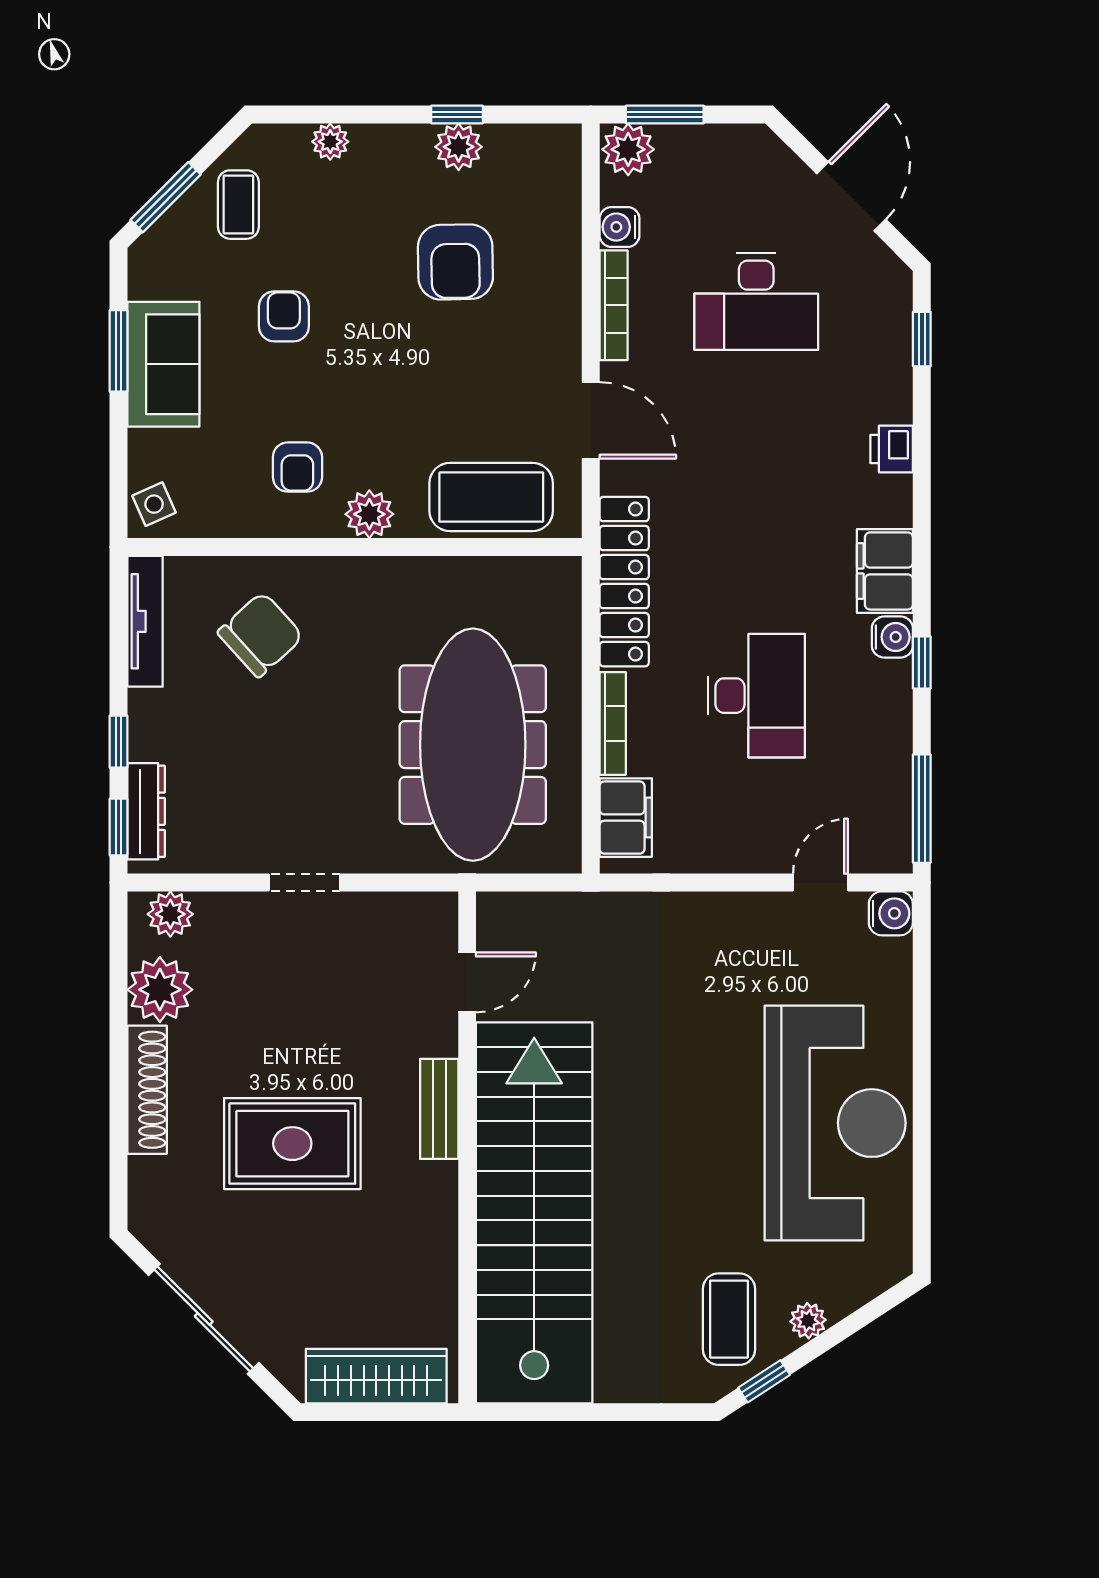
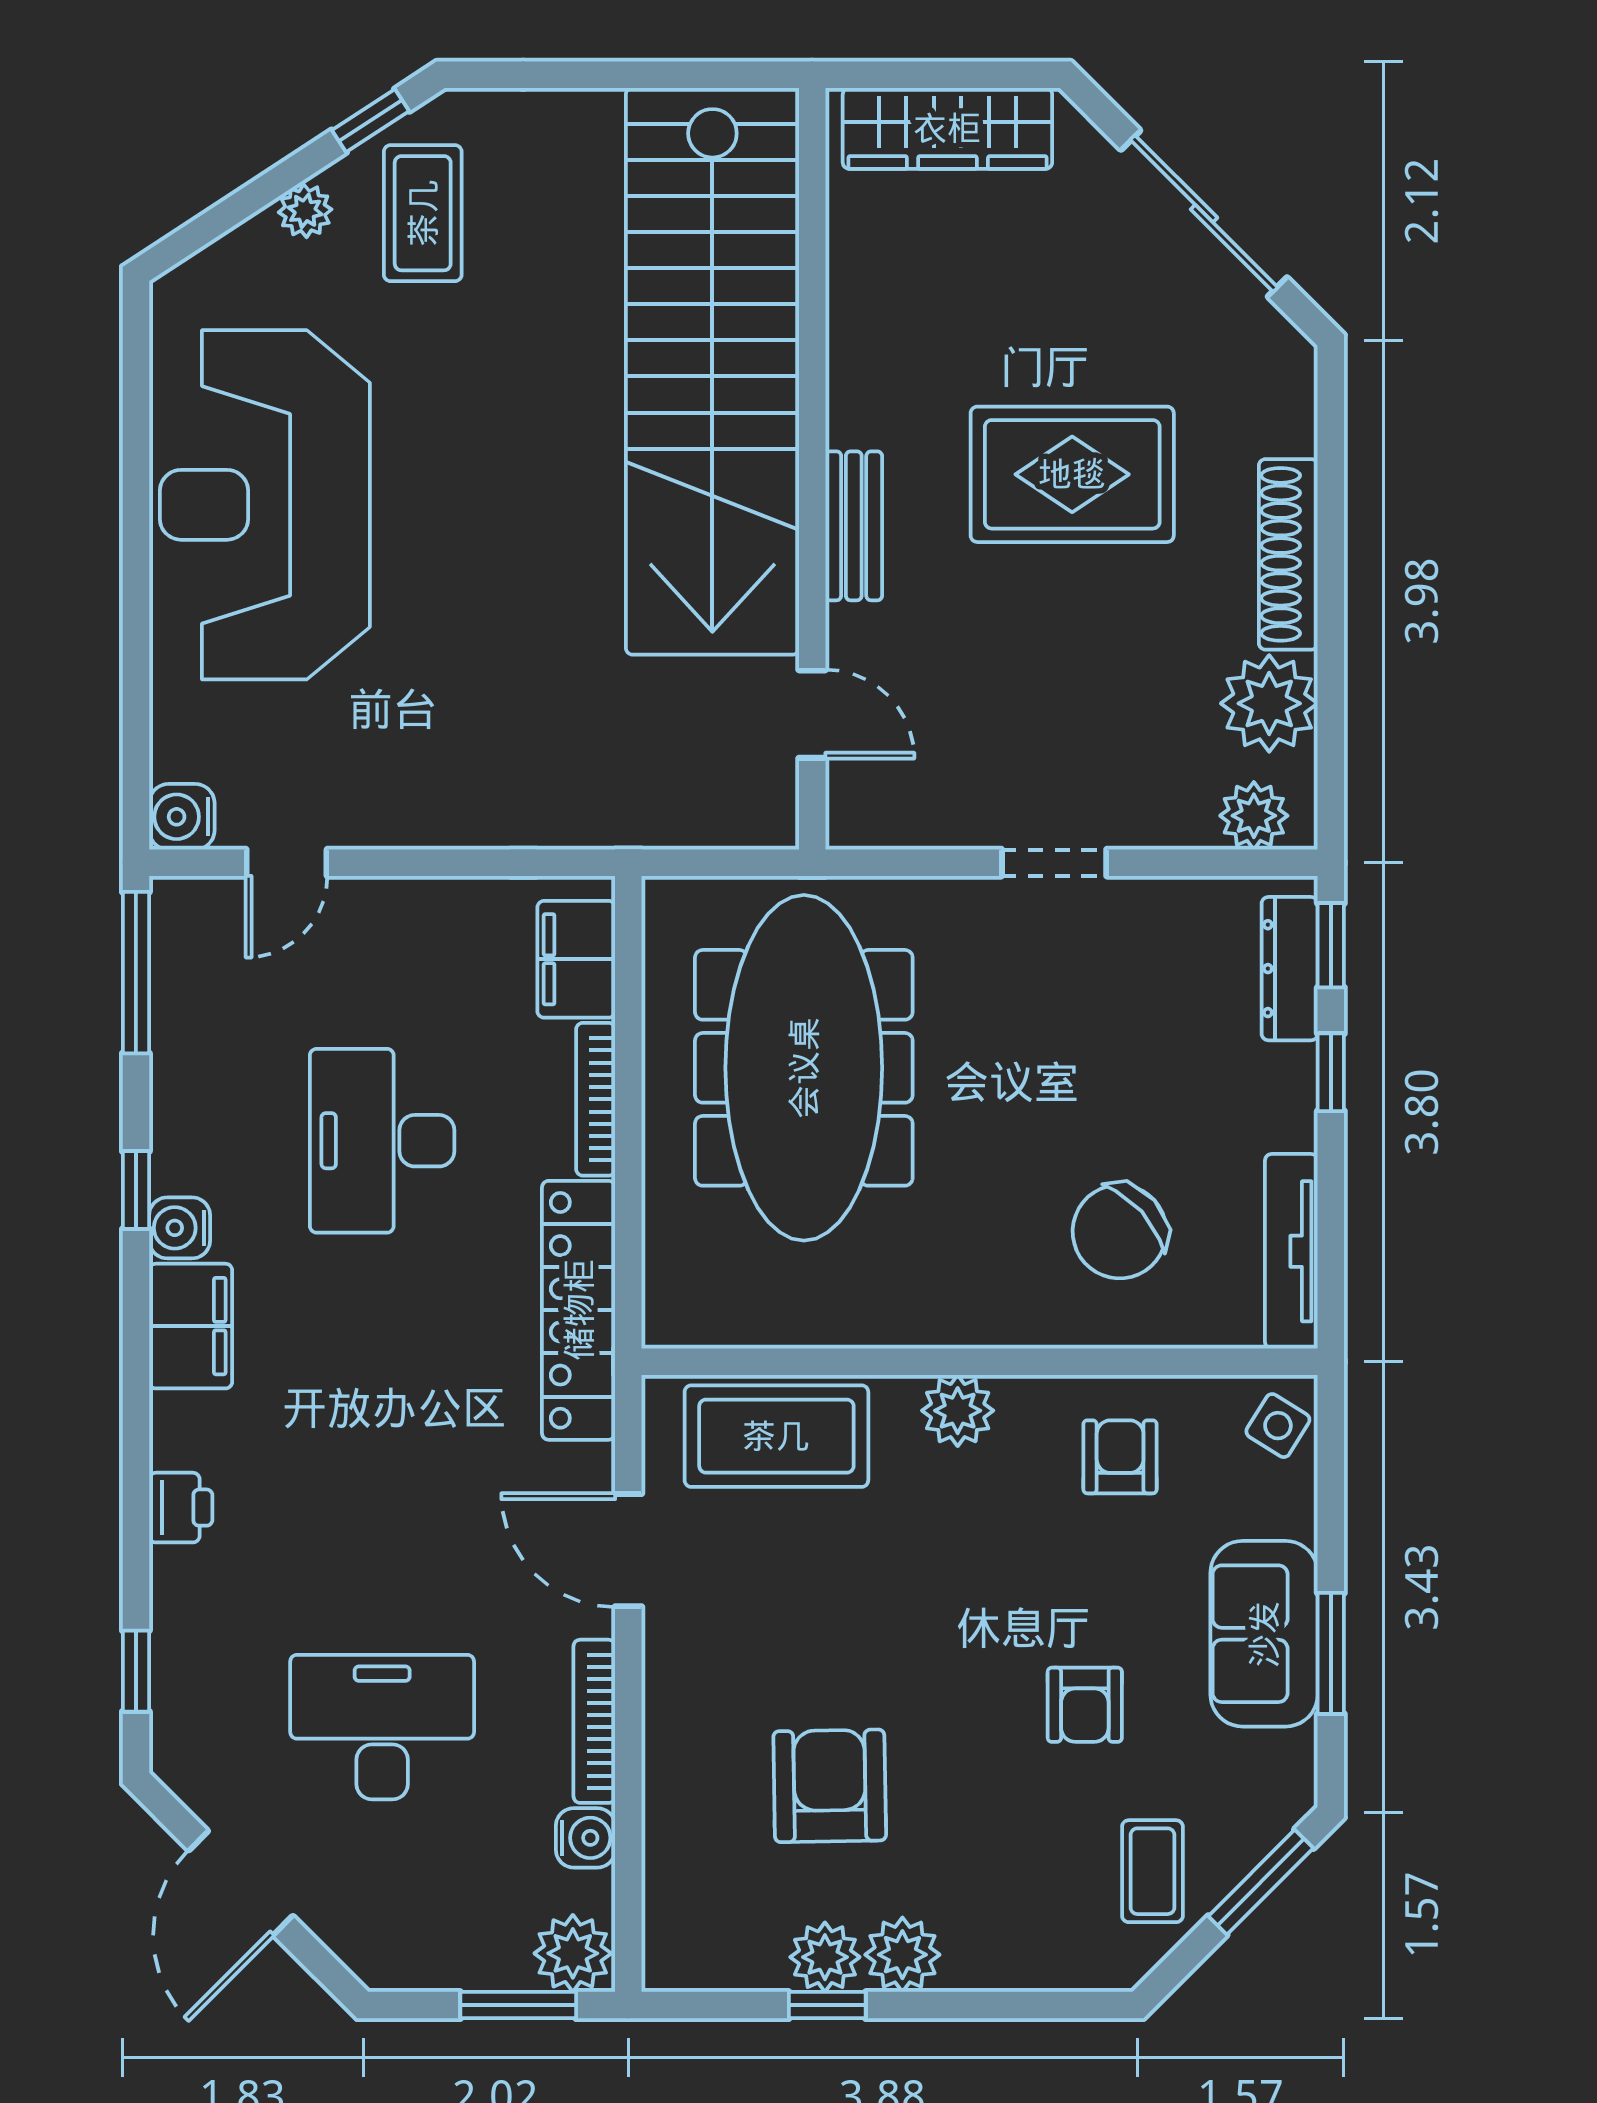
plant: (330, 142) -> (902, 1955), moved, width x1.38, depth x1.38
armchair: (297, 467) -> (1120, 1457), moved
side table: (154, 504) -> (1278, 1426), turned -34
door: (467, 982) -> (812, 714), swing flipped

